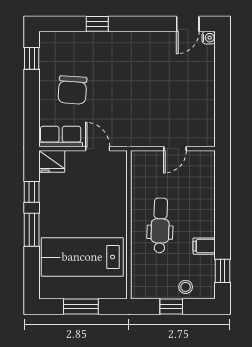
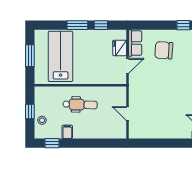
fridge: (52, 161) -> (120, 48), moved

